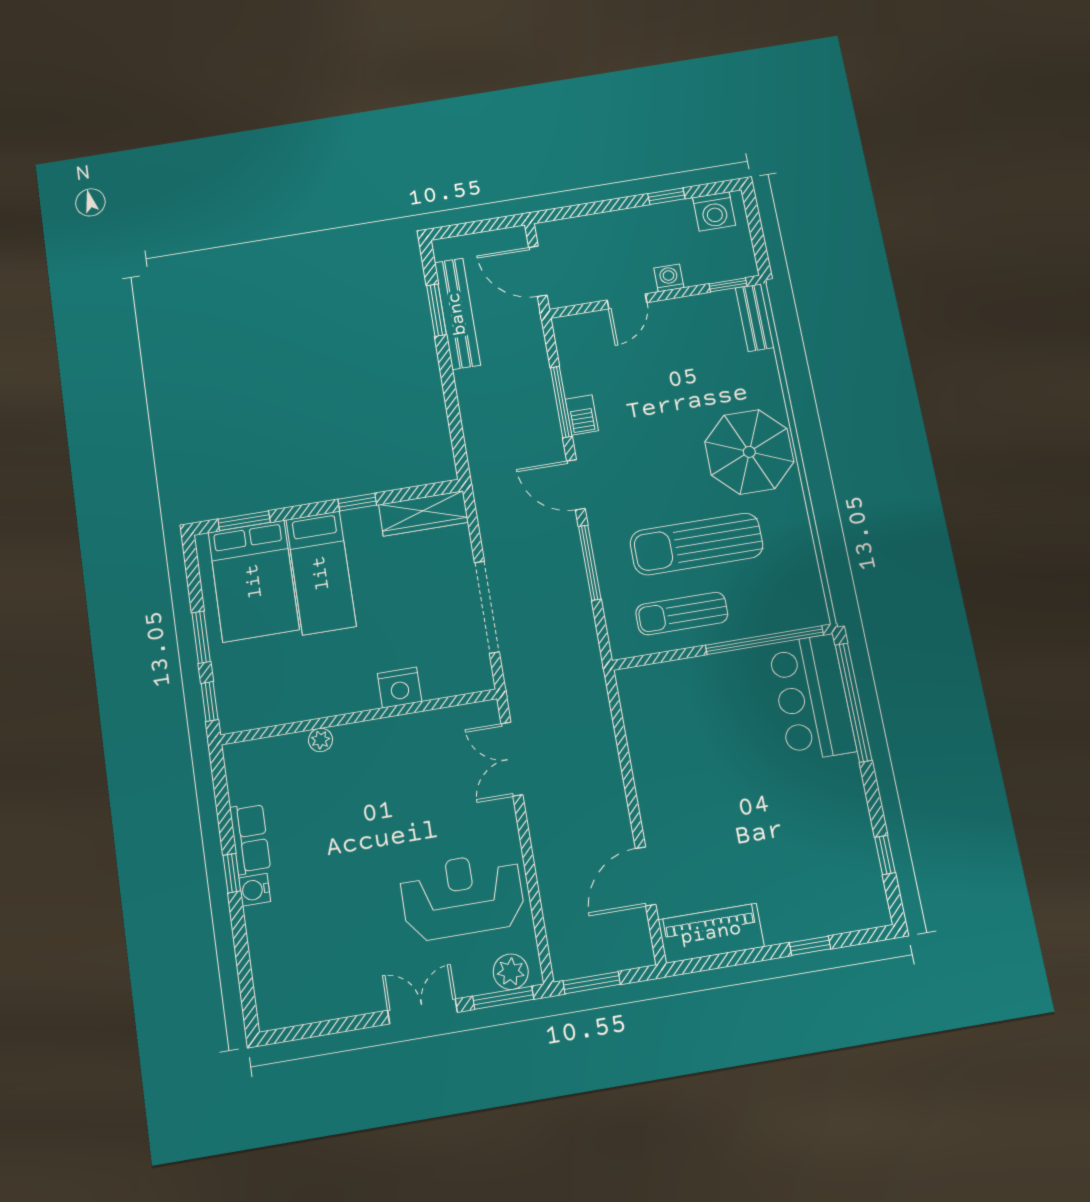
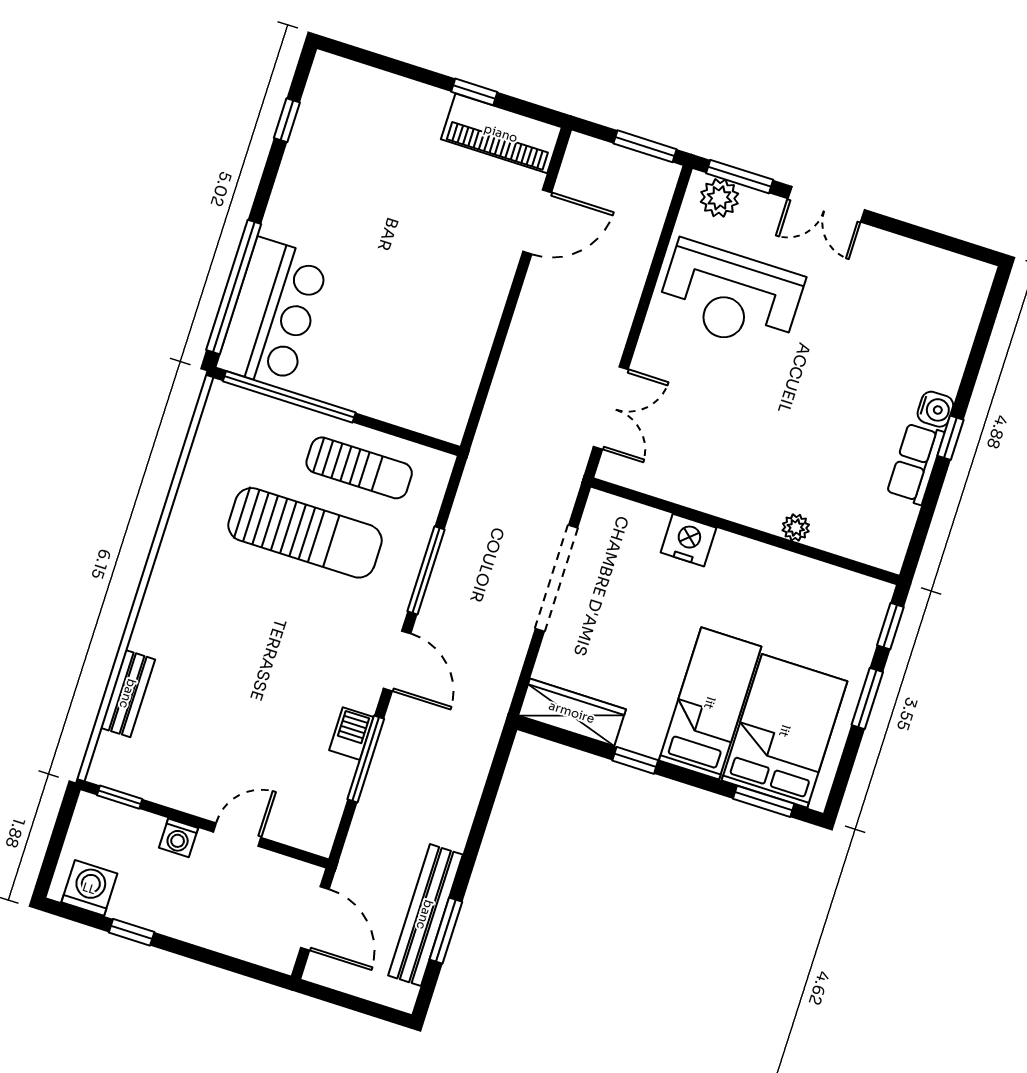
bench: (755, 318) -> (128, 694), moved
parasol: (749, 452) -> (197, 602), removed
window: (810, 946) -> (474, 92), moved

